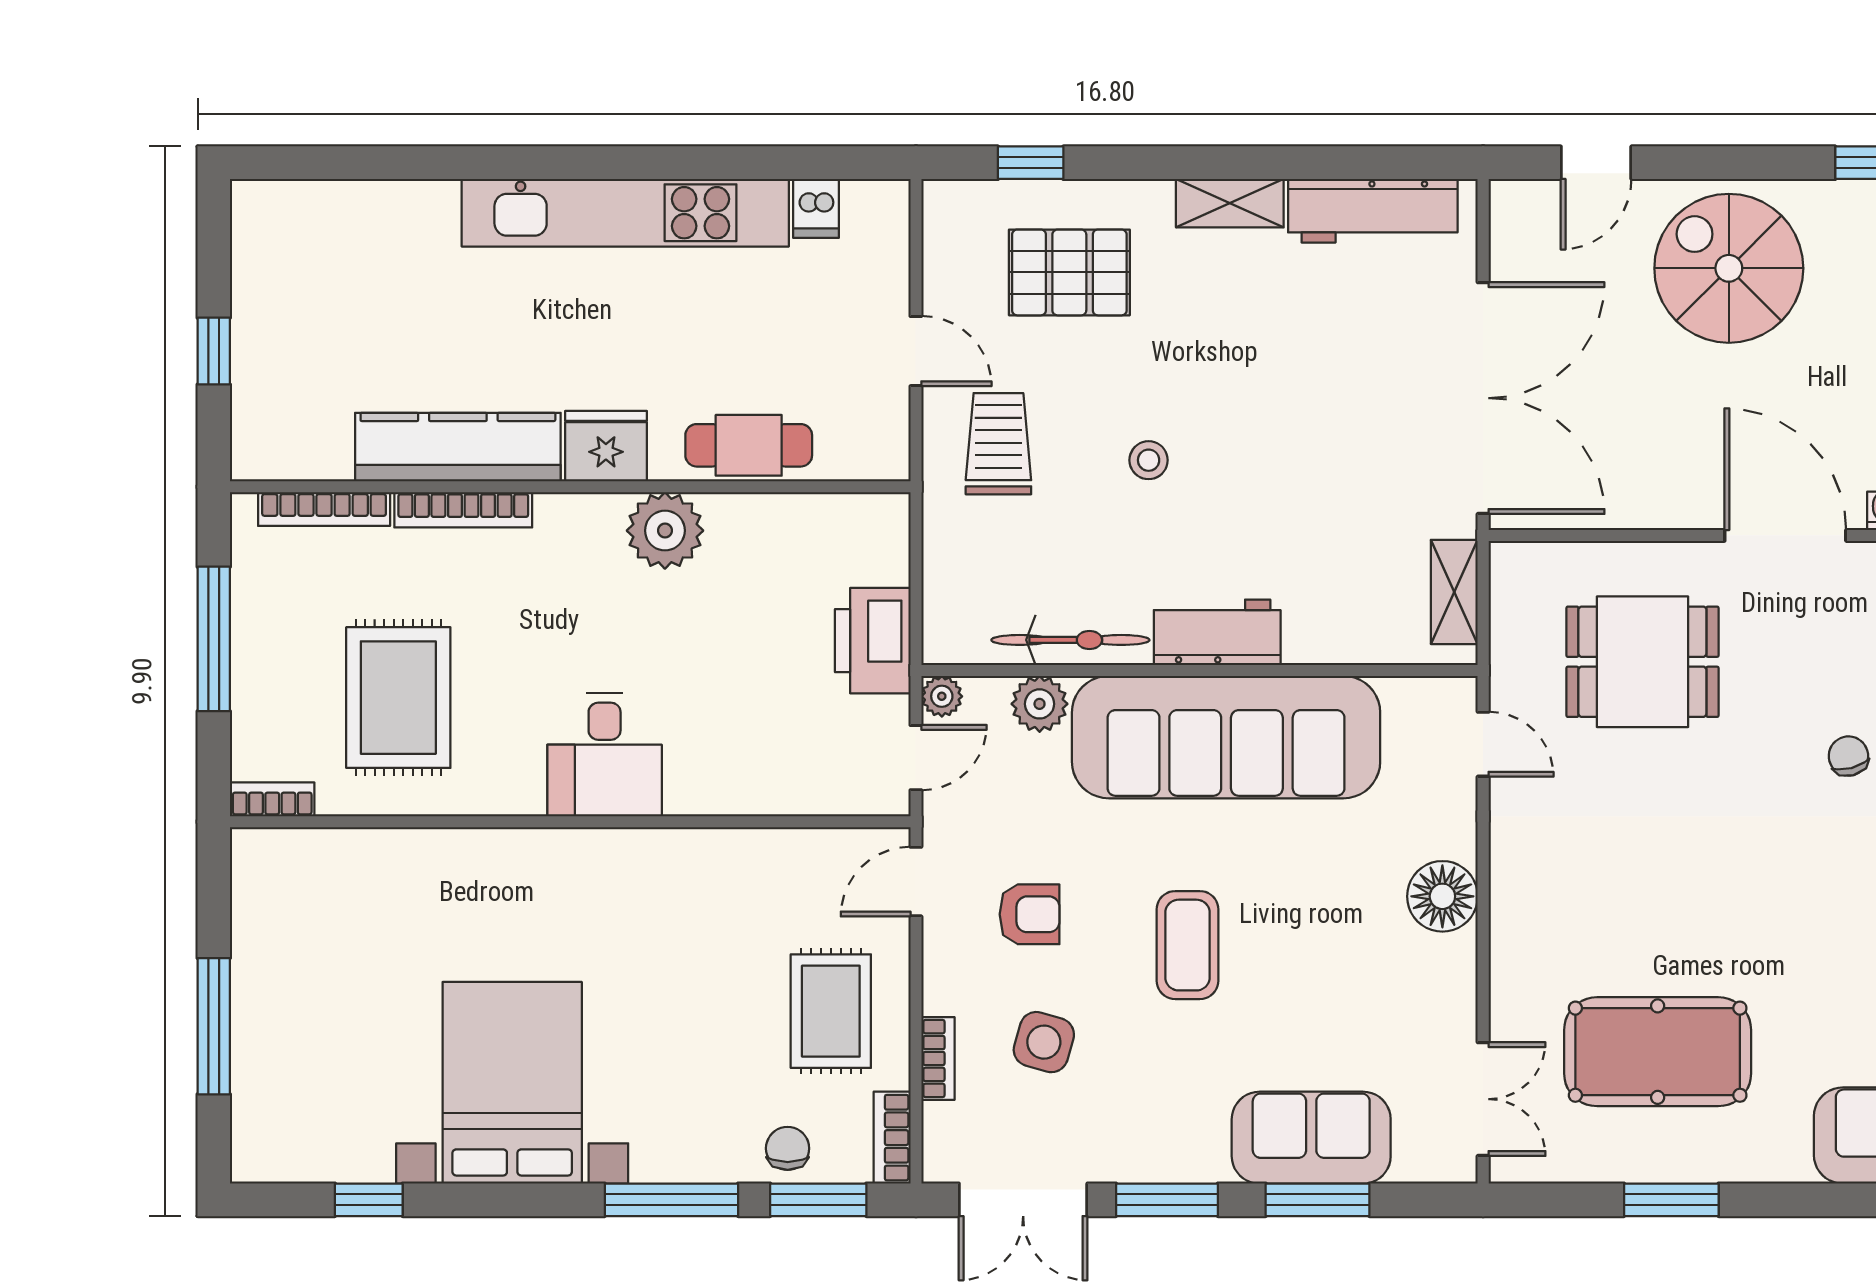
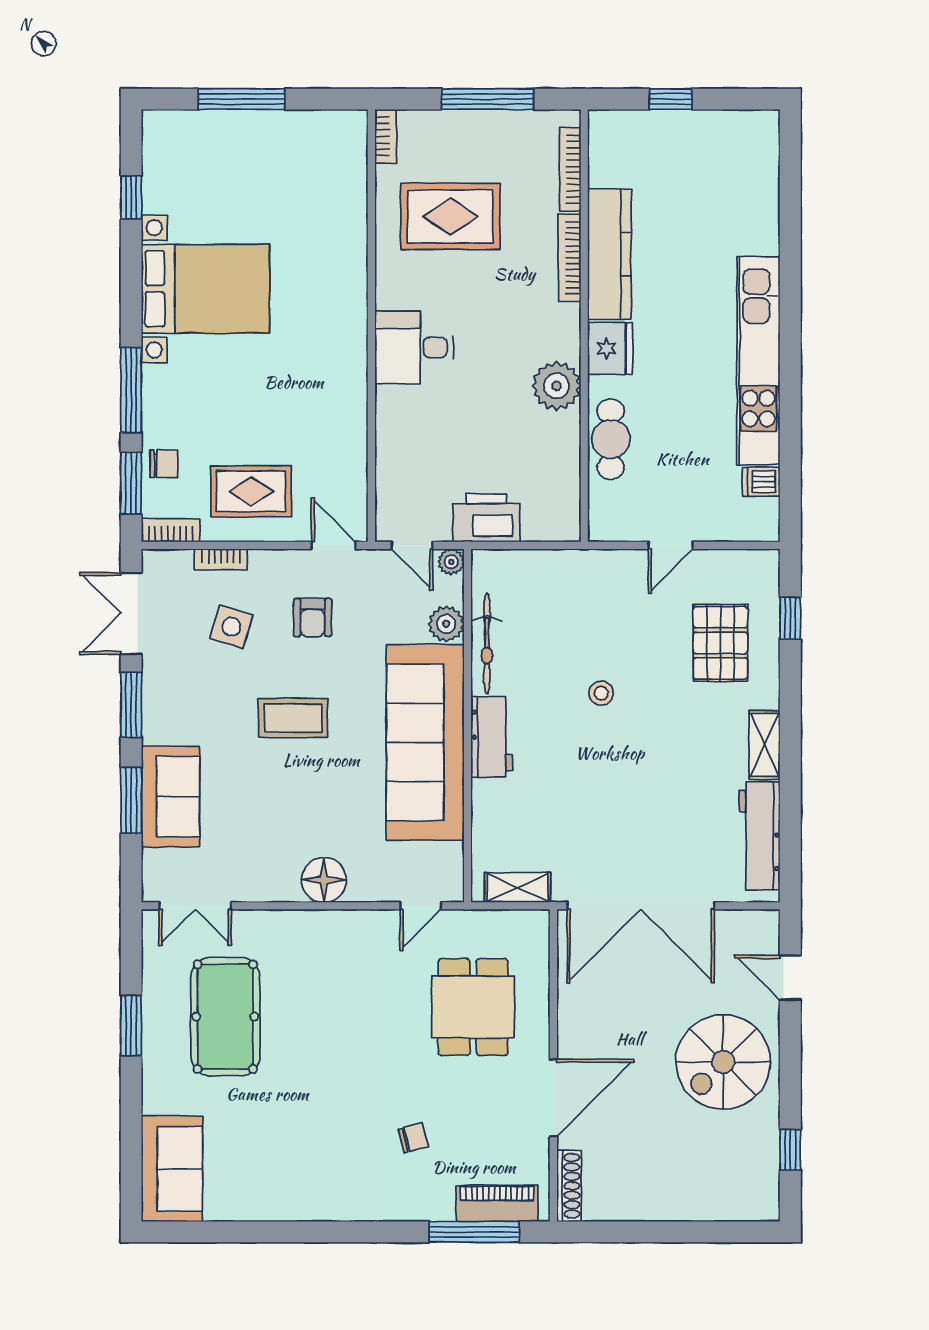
spiral stairs: (1729, 268) -> (723, 1062), turned 180
trolley: (998, 444) -> (612, 598), removed

